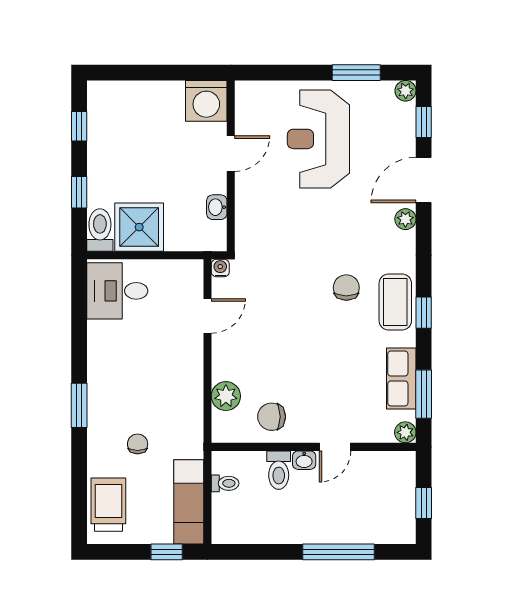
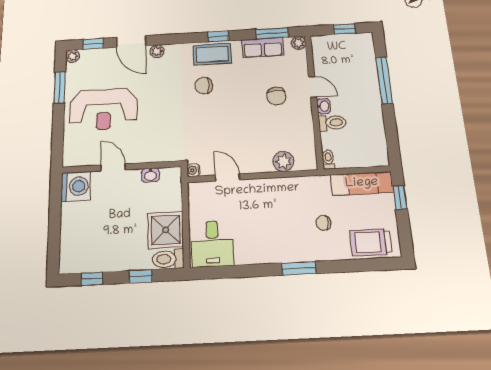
chair: (272, 417) -> (276, 96), moved
toilet: (225, 483) -> (328, 160), moved

